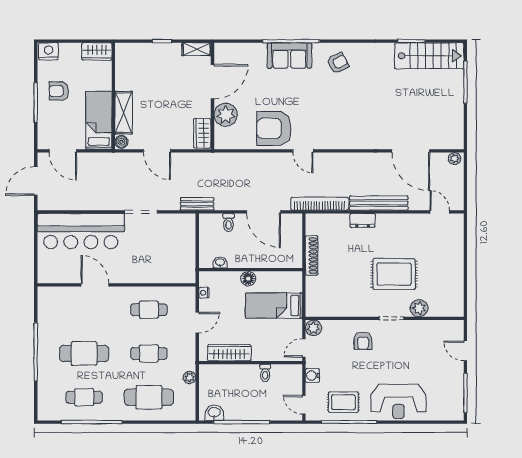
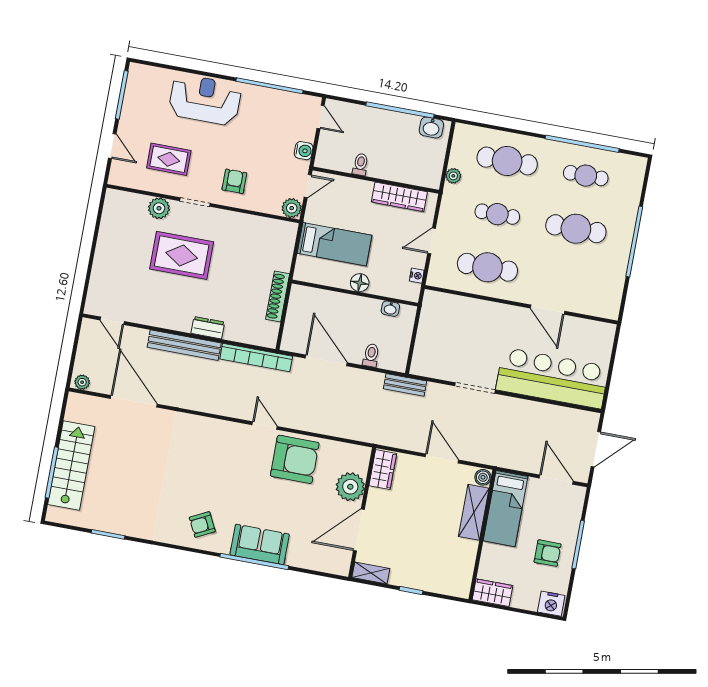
stairs: (429, 56) -> (71, 465), moved, turned 90
cafe table: (149, 310) -> (487, 267), width x1.37, depth x1.35
rug: (343, 402) -> (169, 159), moved

